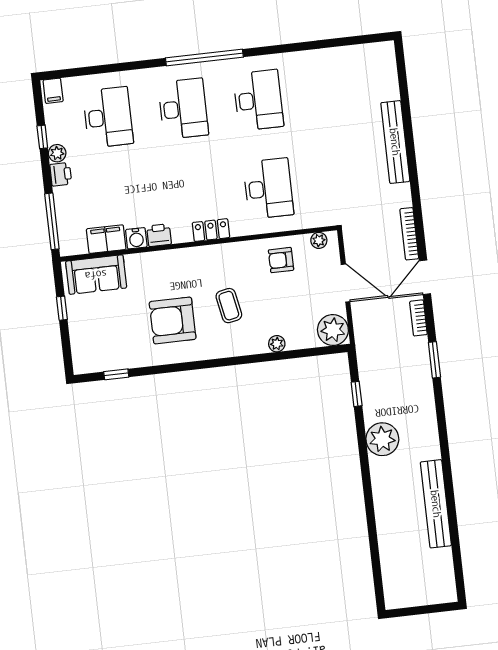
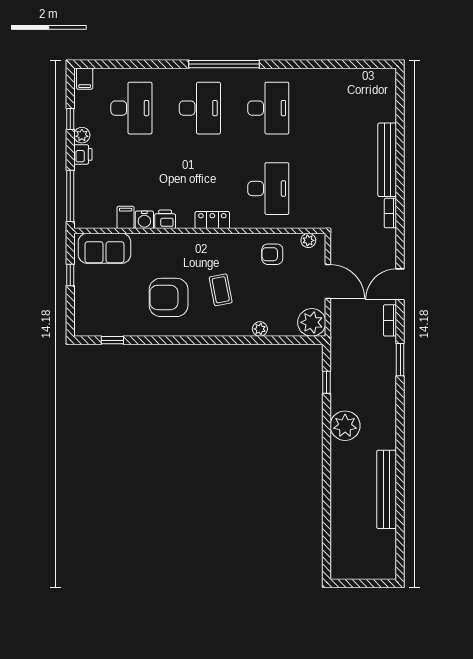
bookcase: (409, 234) -> (390, 213), moved, width x0.64
filing cabinet: (106, 239) -> (126, 217), width x0.50

